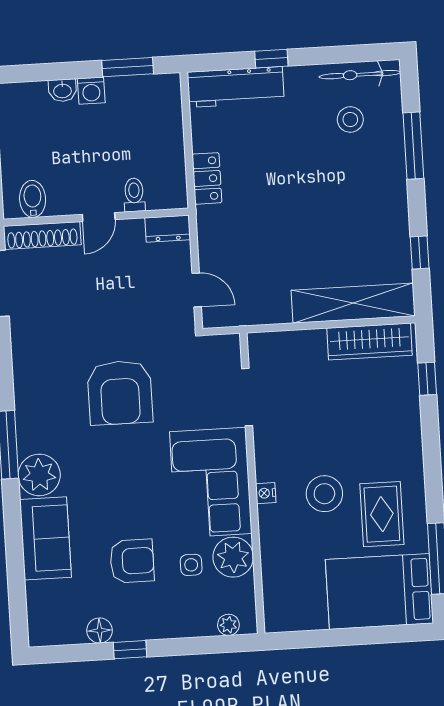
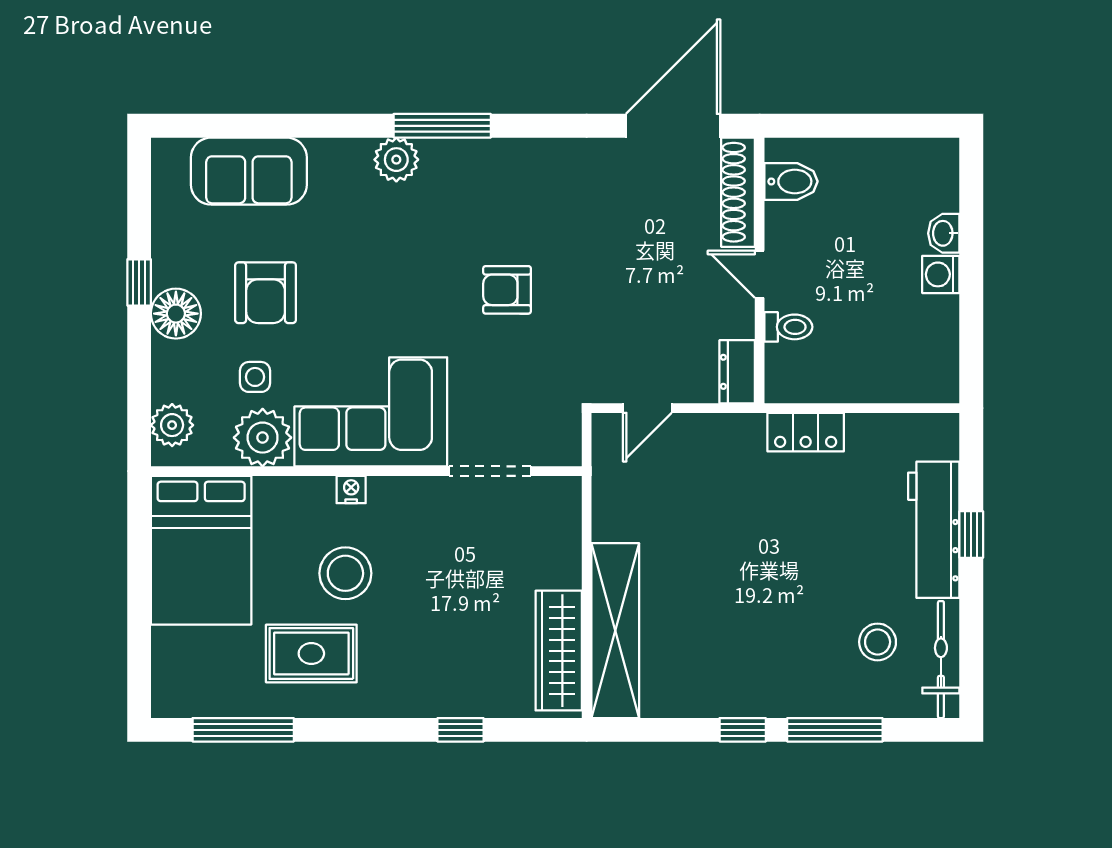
window: (128, 67) -> (971, 328), removed
workbench: (236, 87) -> (934, 530), moved
window: (420, 253) -> (743, 730), moved
window: (427, 379) -> (460, 730), moved
armchair: (120, 393) -> (507, 290), width x0.53, depth x0.53
plant: (39, 475) -> (396, 160), width x0.73, depth x0.73
sofa: (45, 538) -> (249, 171), moved
bed: (379, 591) -> (201, 550), moved, turned 180
plant: (228, 625) -> (172, 425), width x1.38, depth x1.38
floor lamp: (100, 630) -> (176, 314), moved, width x1.38, depth x1.38

